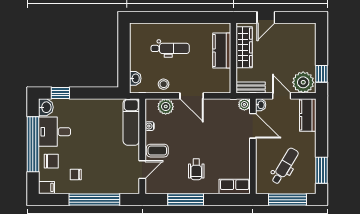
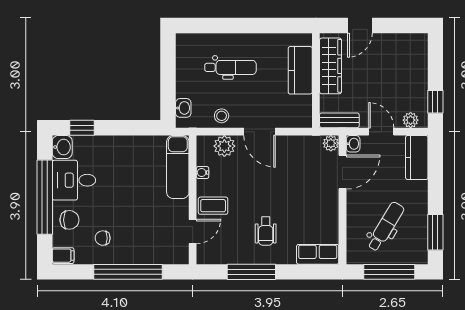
plant: (303, 82) -> (411, 120), width x0.53, depth x0.53
door: (253, 126) -> (342, 172), hinge flipped

